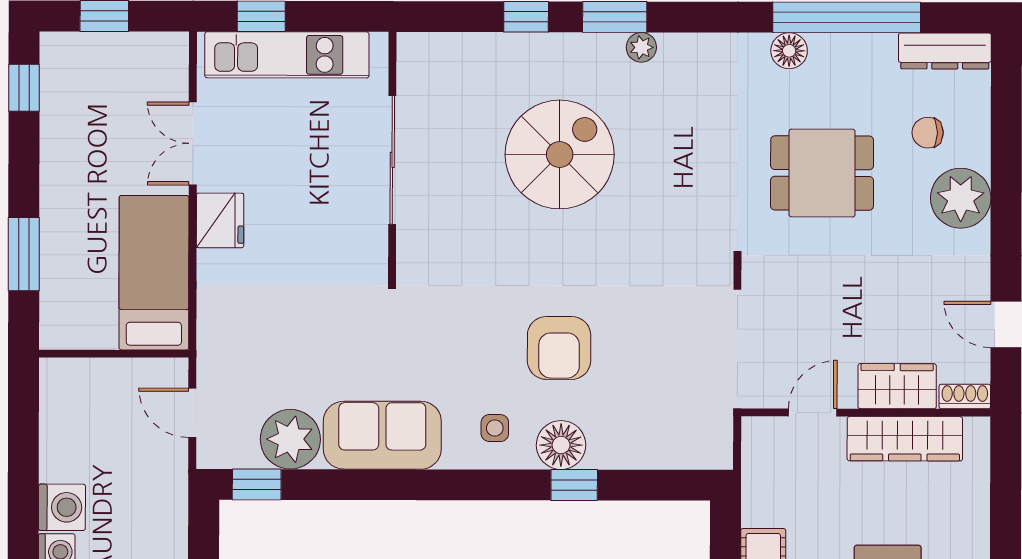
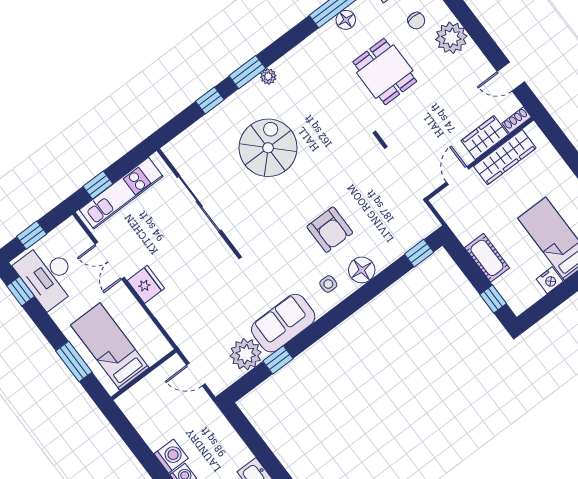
floor lamp: (789, 51) -> (346, 20), moved
desk: (83, 94) -> (48, 275), added
chair: (928, 133) -> (416, 21), turned -90
dining table: (822, 173) -> (385, 72), turned 90
bed: (154, 273) -> (110, 346), moved
window: (257, 484) -> (278, 360), moved
window: (574, 485) -> (419, 253), moved

